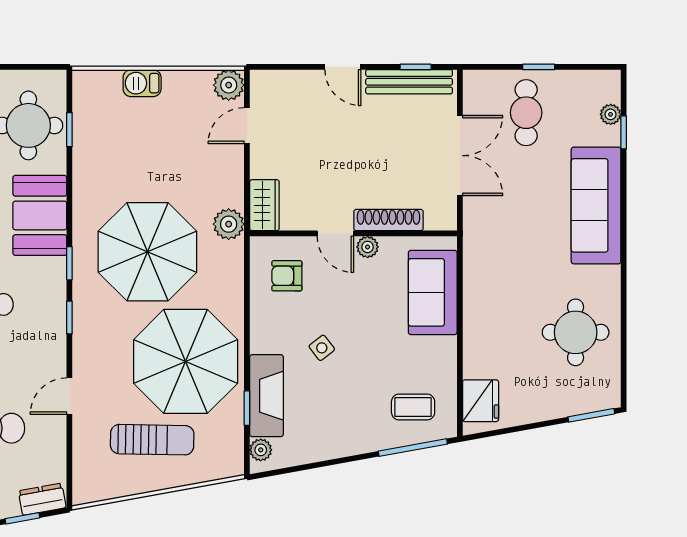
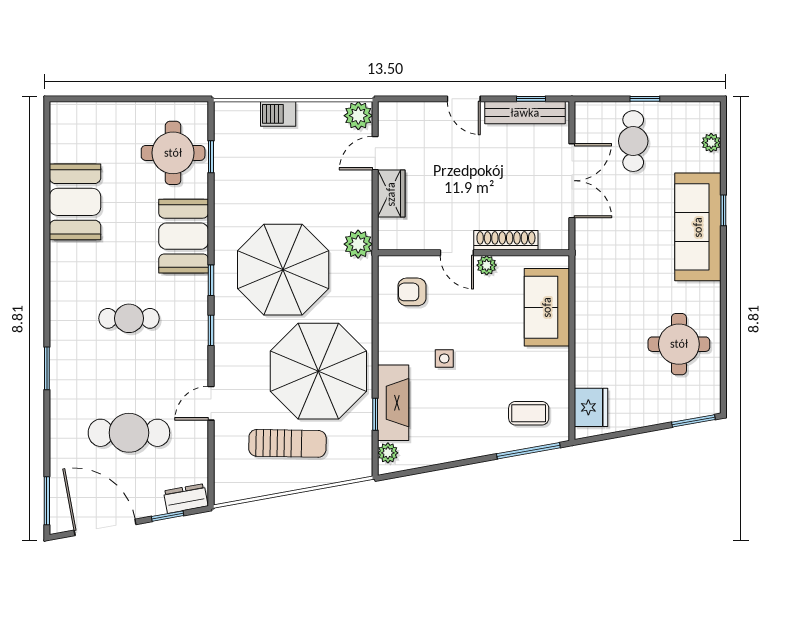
window: (624, 132) -> (723, 210), moved
wardrobe: (264, 205) -> (391, 194), moved
side table: (322, 348) -> (444, 359), turned 38

